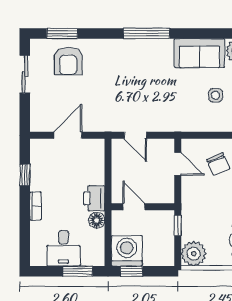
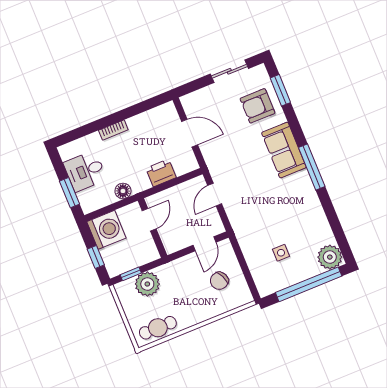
sofa: (199, 53) -> (284, 150), moved
window: (25, 175) -> (138, 109), removed
printer: (94, 198) -> (161, 173), moved
window: (178, 226) -> (131, 274), moved
plant: (194, 254) -> (147, 284), moved
window: (132, 271) -> (96, 257), moved

